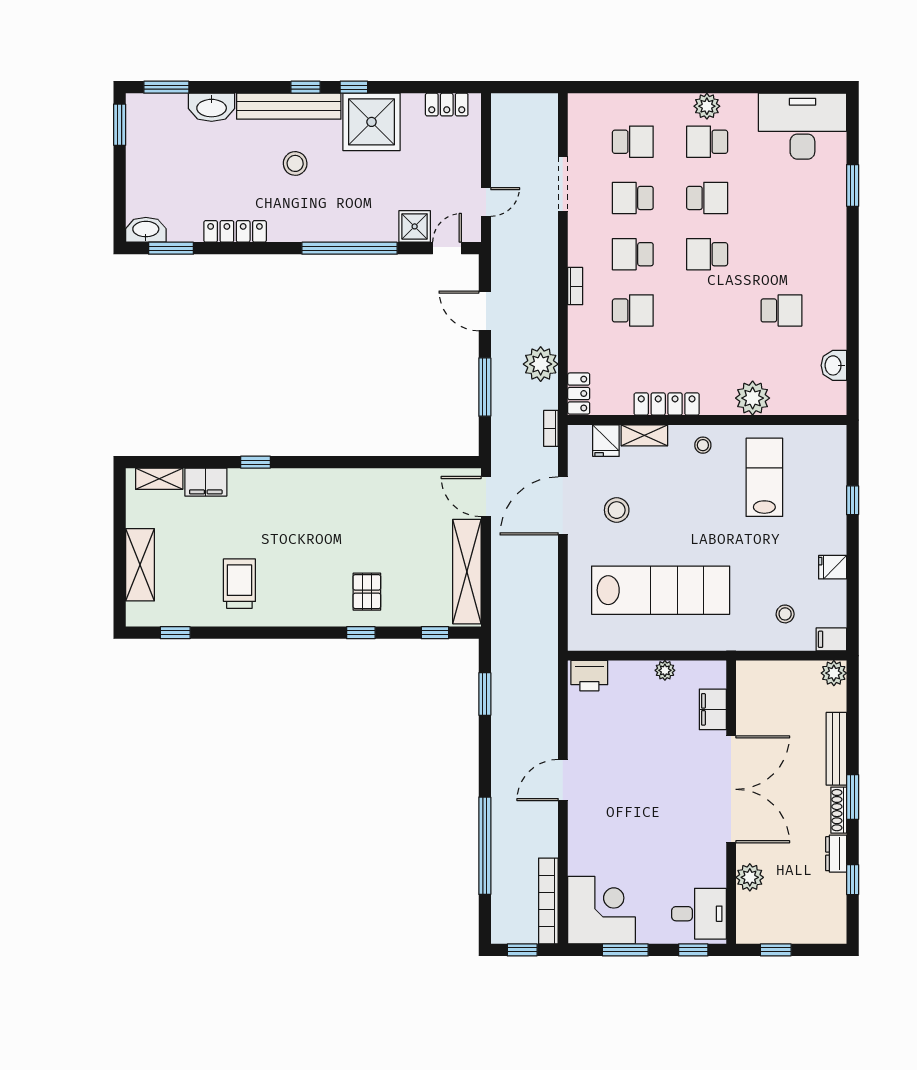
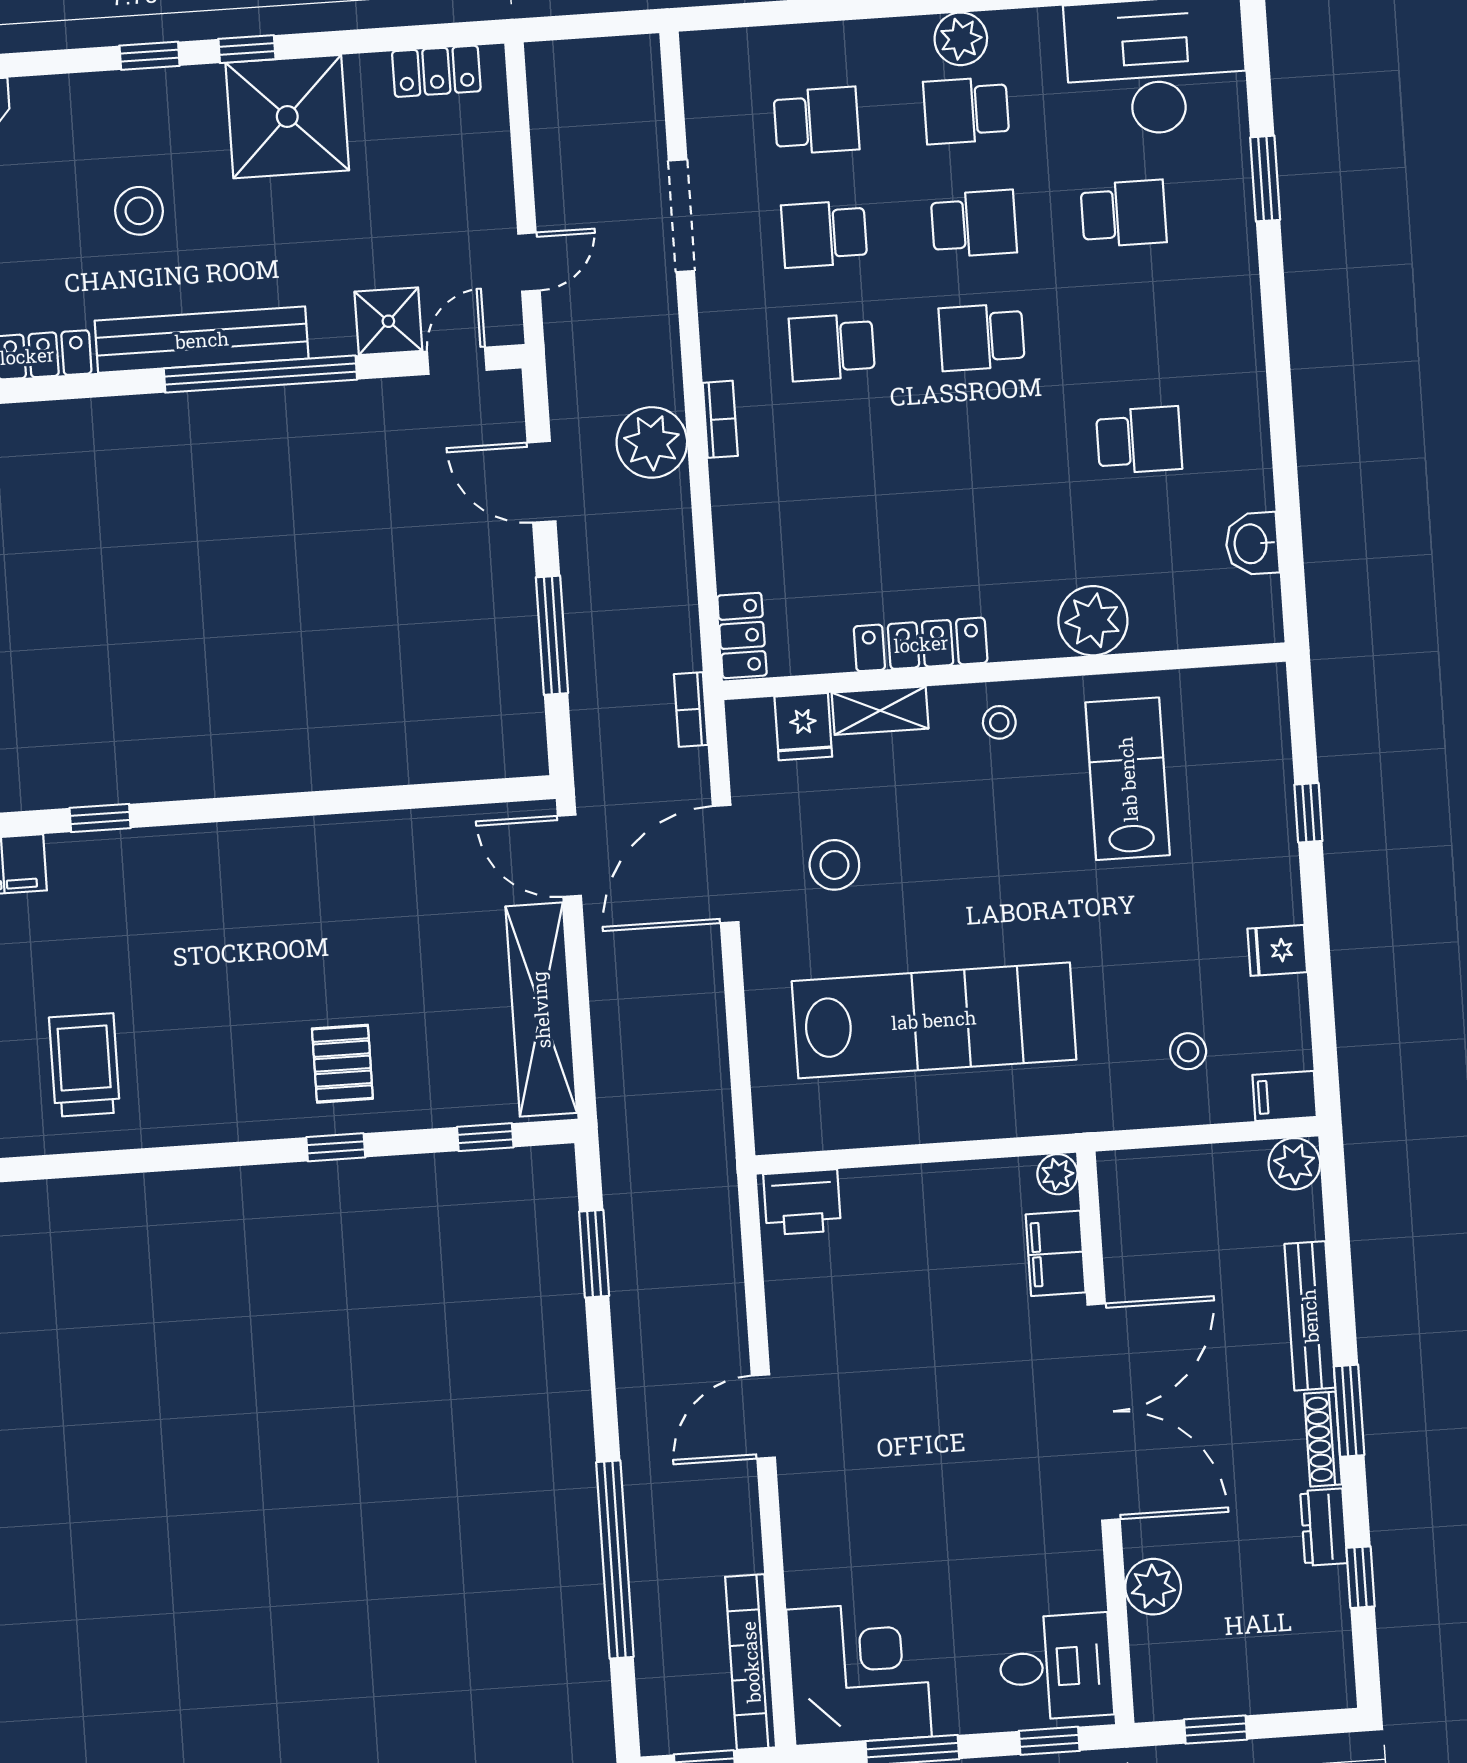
bench: (289, 106) -> (202, 340), moved
school desk: (633, 310) -> (1124, 214), moved
plant: (541, 364) -> (652, 442), moved
plant: (665, 670) -> (1057, 1174), moved

